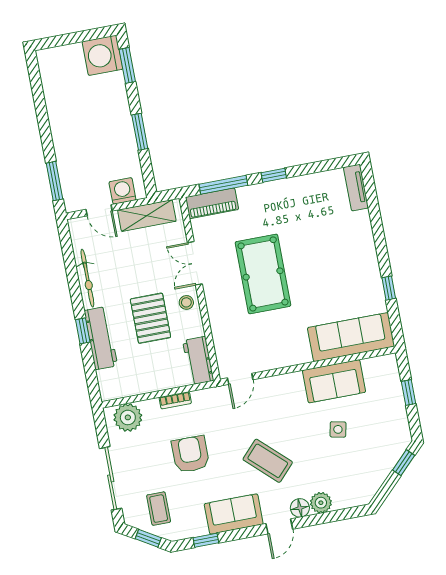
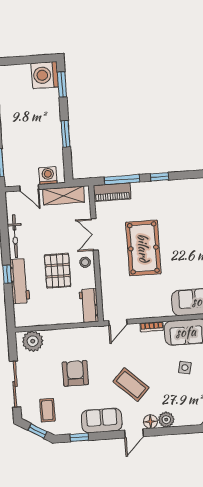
bookcase: (175, 400) -> (152, 327), moved

